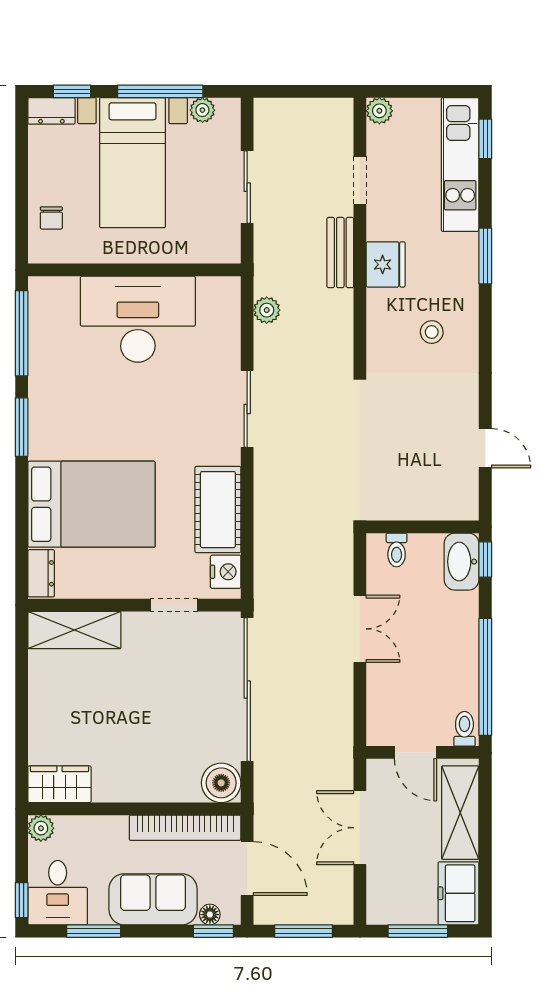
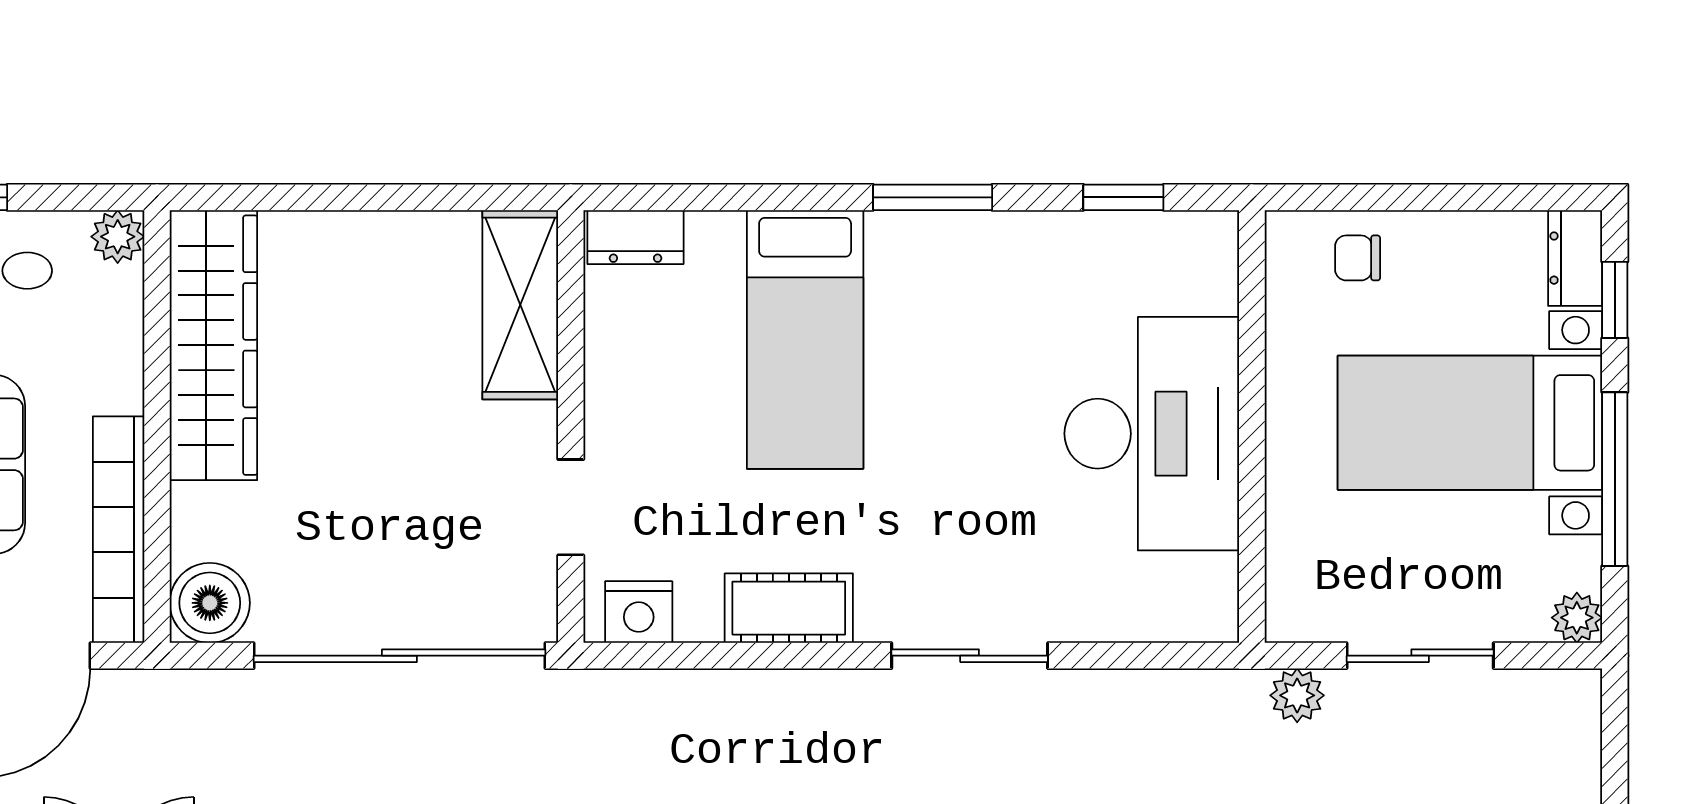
plant: (202, 110) -> (1577, 618), moved
plant: (267, 310) -> (1297, 695), moved
window: (22, 333) -> (1123, 197), width x0.46
bed: (92, 504) -> (805, 339), width x0.67
cot: (218, 510) -> (789, 608), width x0.73, depth x0.75
wardrobe: (59, 784) -> (213, 345), width x2.10, depth x1.17

